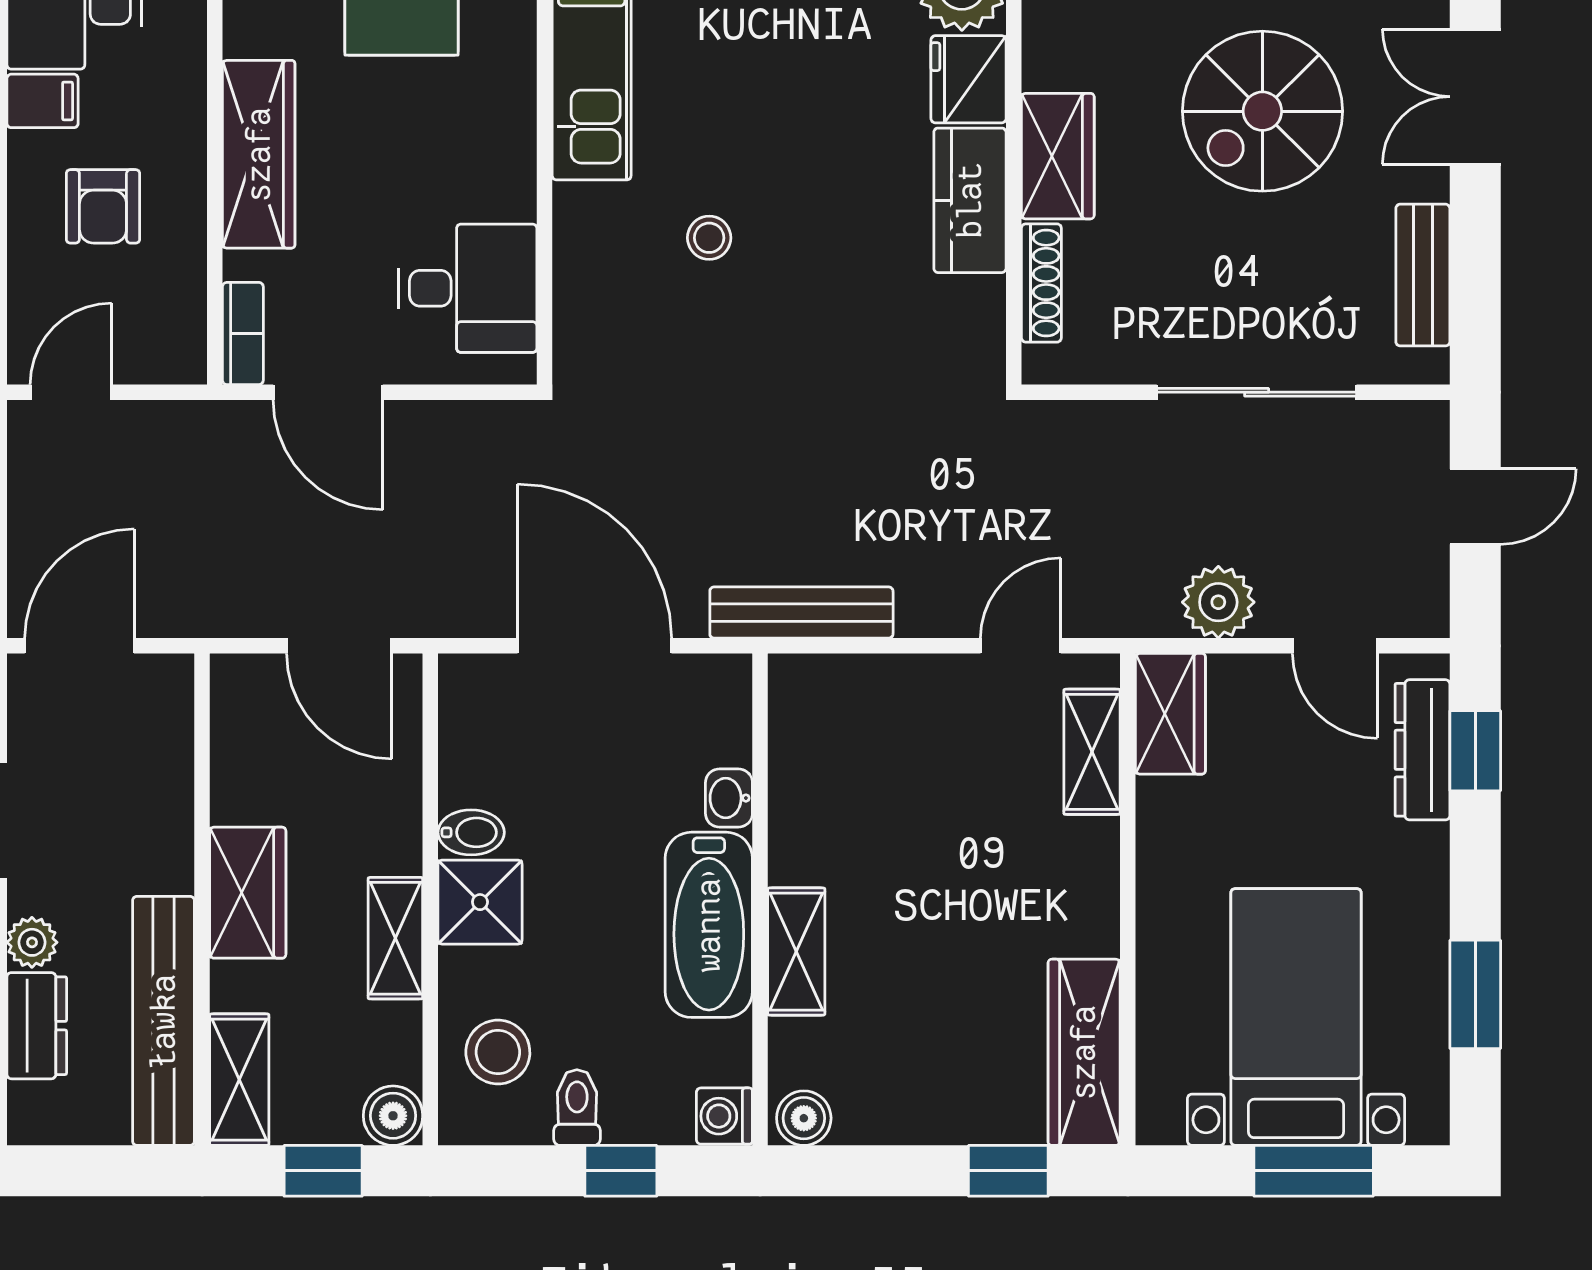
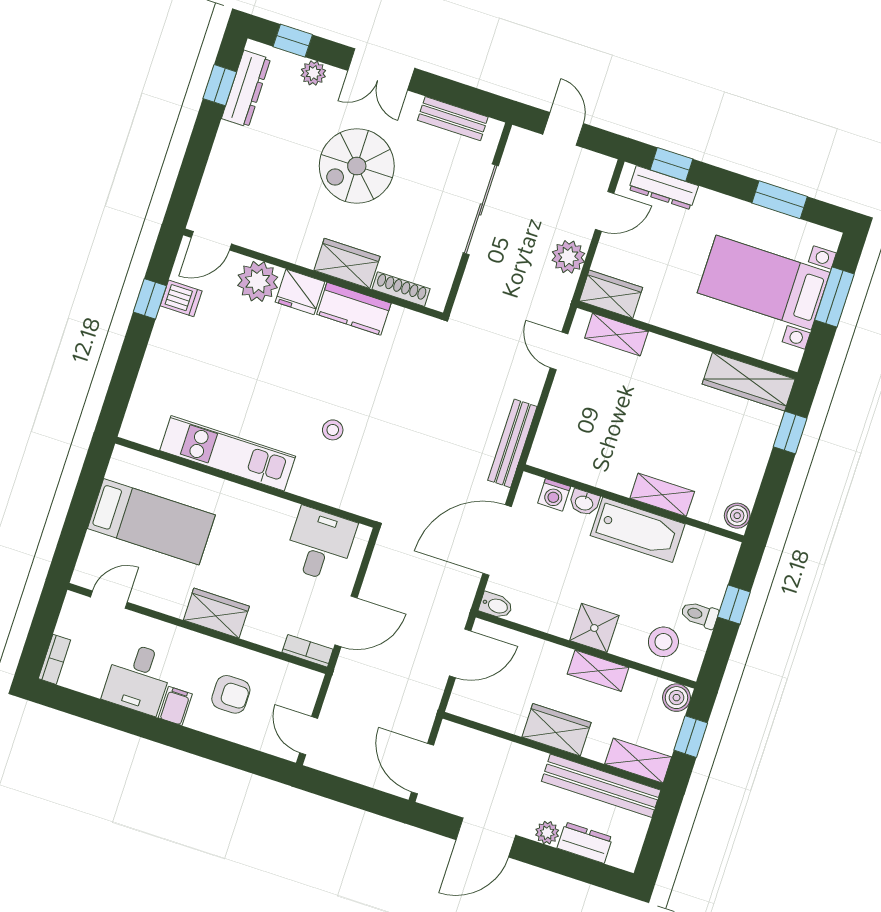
spiral stairs: (1262, 111) -> (357, 166), turned 90
wardrobe: (259, 154) -> (216, 613), width x0.67
bidet: (471, 832) -> (496, 605), moved, turned 90
washing machine: (724, 1116) -> (554, 495), moved

